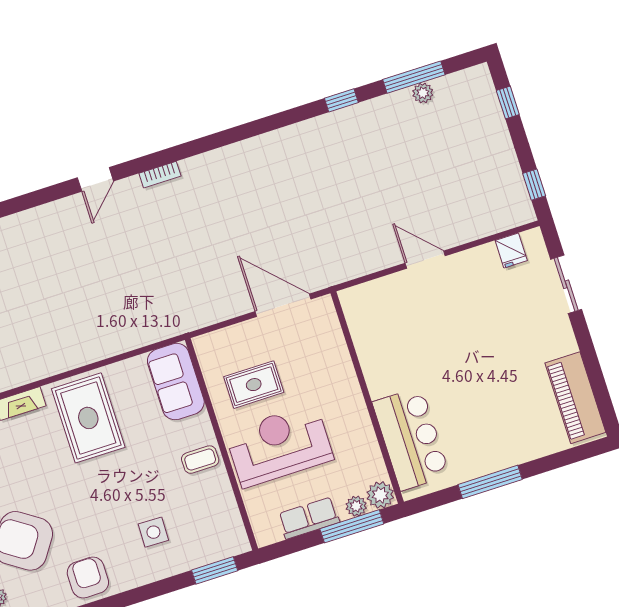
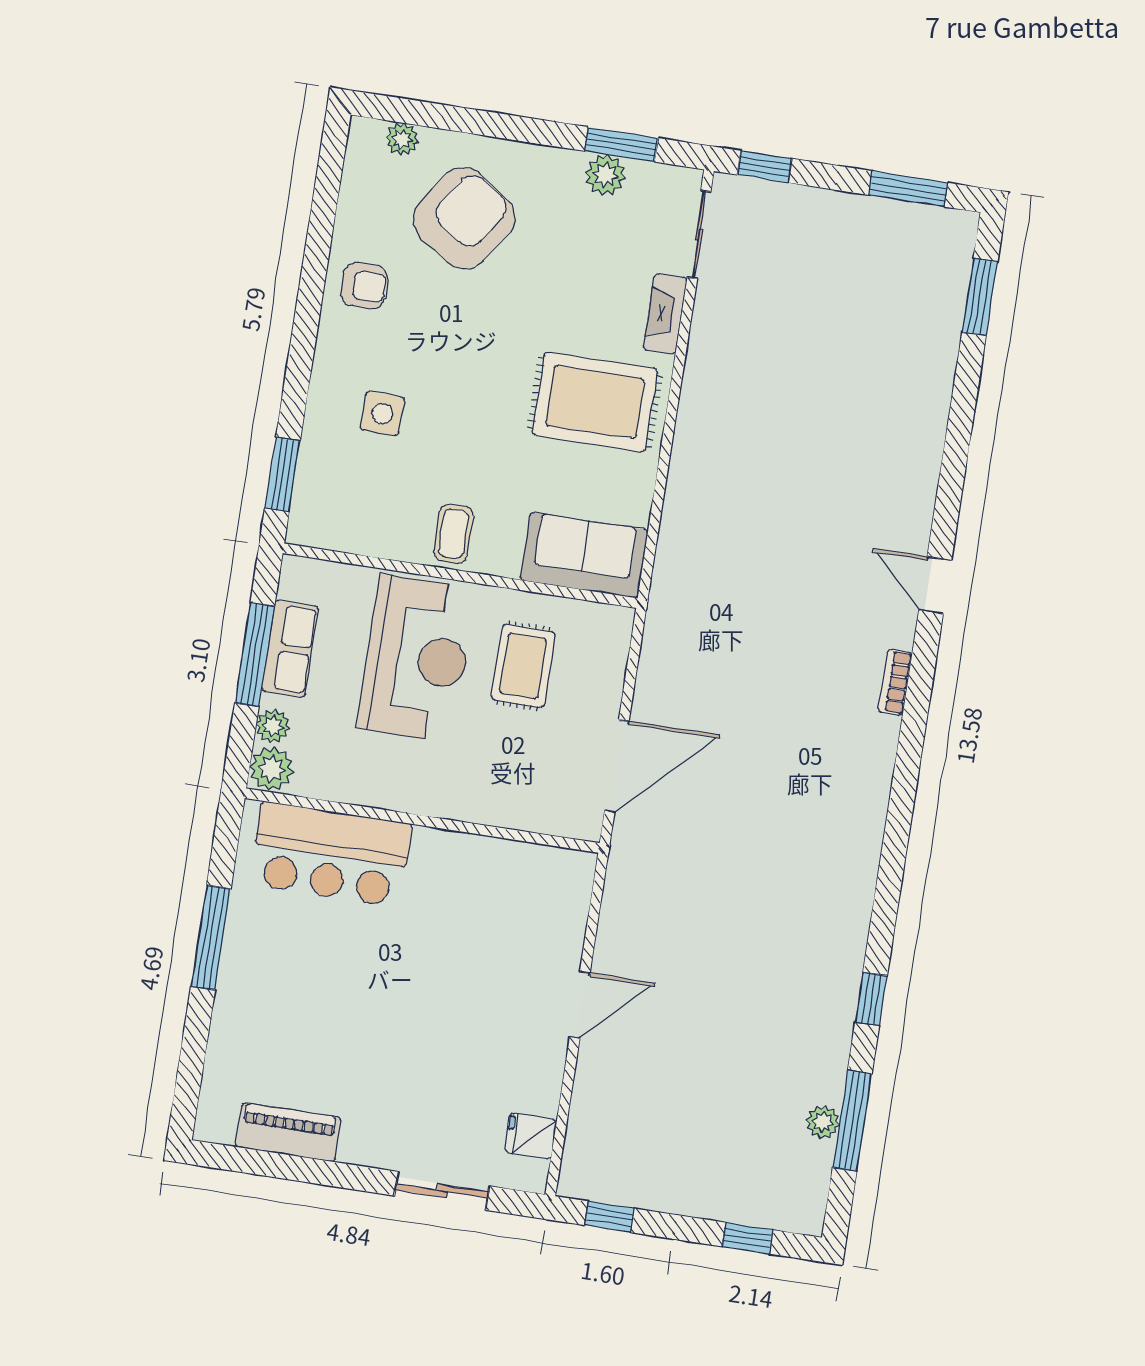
piano: (575, 398) -> (288, 1132), width x0.73, depth x0.75
window: (352, 526) -> (255, 655), moved
armchair: (88, 577) -> (364, 286), width x0.72, depth x0.72

